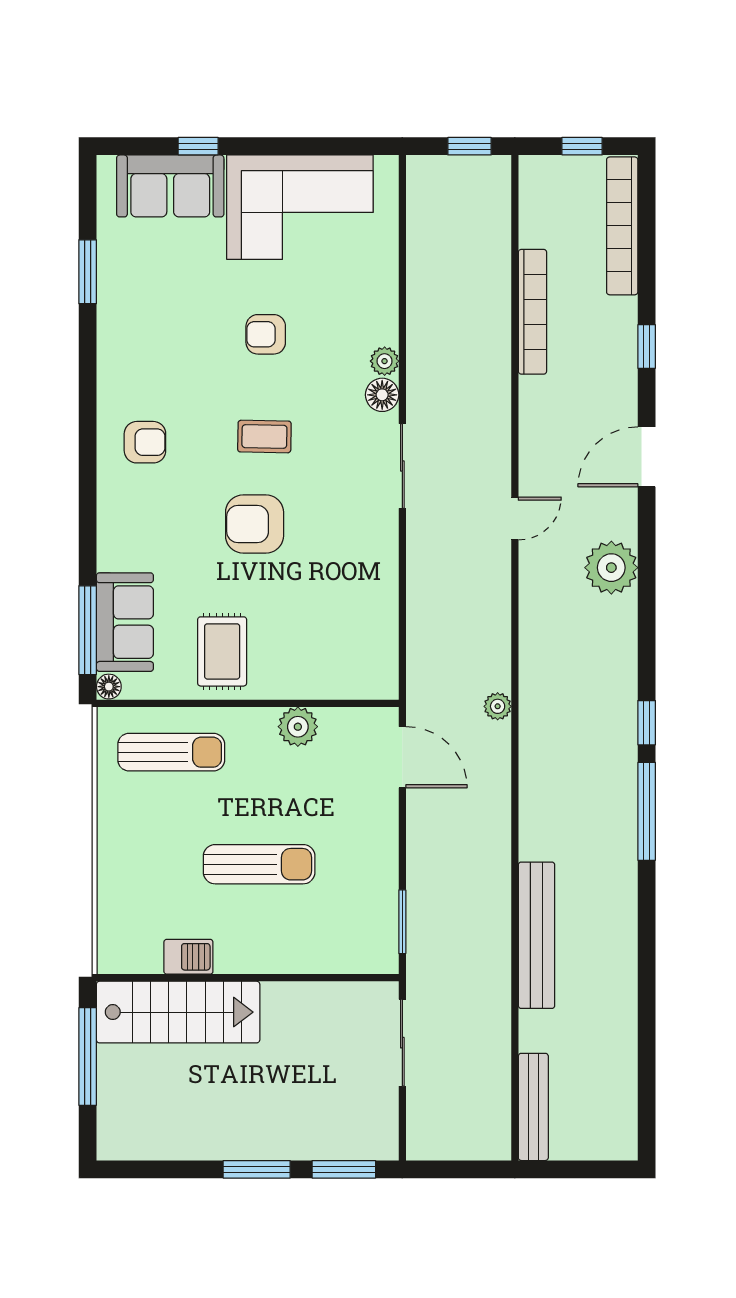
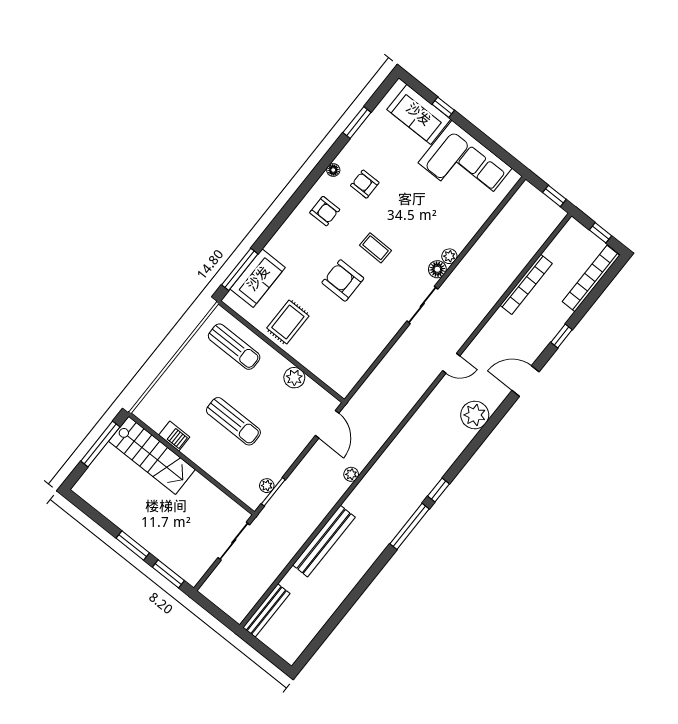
armchair: (266, 334) -> (365, 184), moved
floor lamp: (109, 687) -> (333, 170), moved
plant: (498, 706) -> (351, 474), moved
plant: (385, 920) -> (267, 486), added

